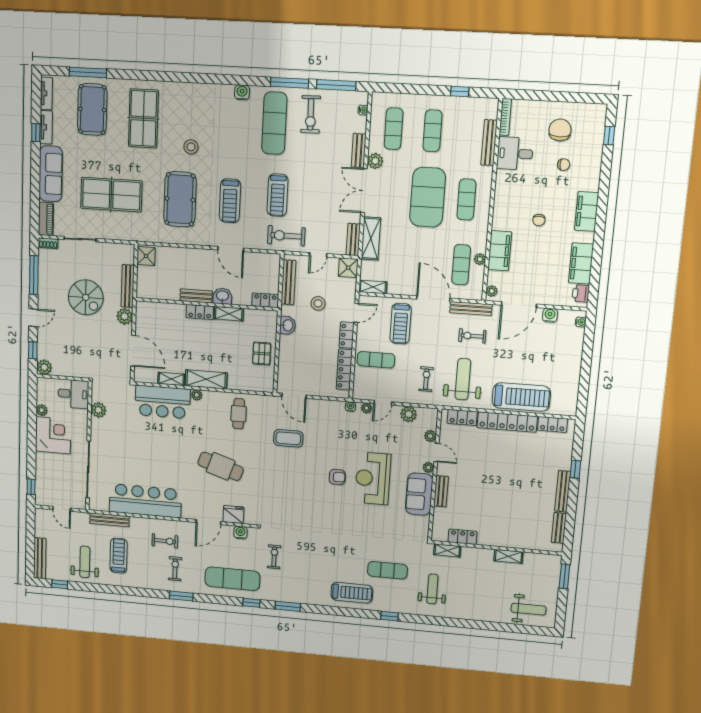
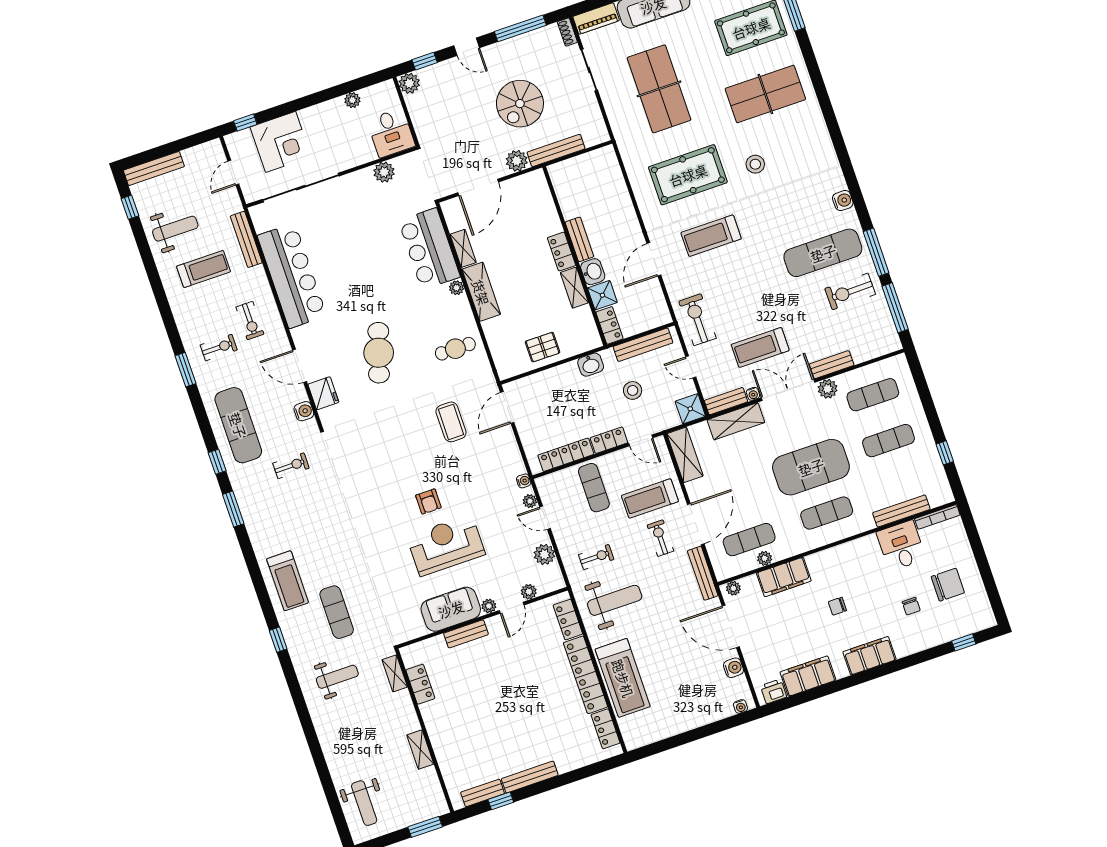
water cooler: (363, 110) -> (753, 394), moved
treadmill: (278, 195) -> (760, 347), moved
shower: (146, 256) -> (602, 295), moved
shelving: (373, 287) -> (685, 455), width x1.50, depth x1.33
exercise bike: (472, 336) -> (660, 538), moved
corner desk: (53, 435) -> (281, 142), moved
window: (575, 469) -> (501, 801), moved

